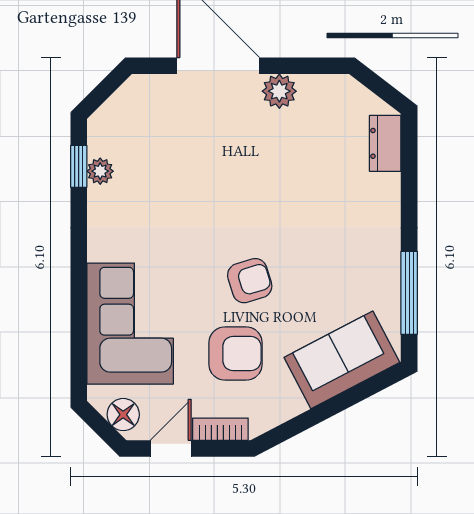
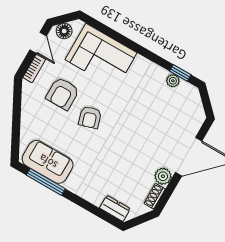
shoe rack: (323, 86) -> (155, 196), added
sofa: (342, 360) -> (48, 162), moved, turned -62

